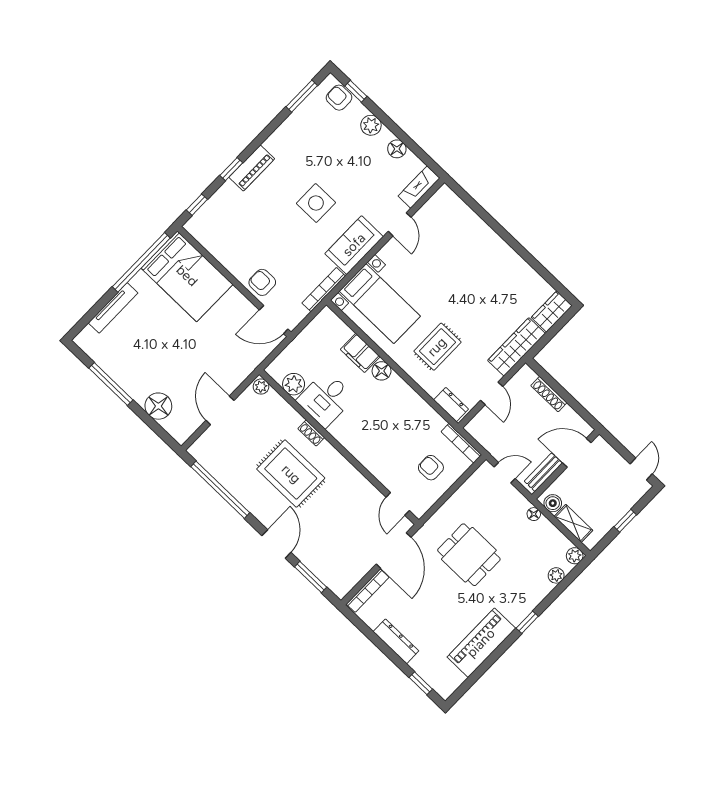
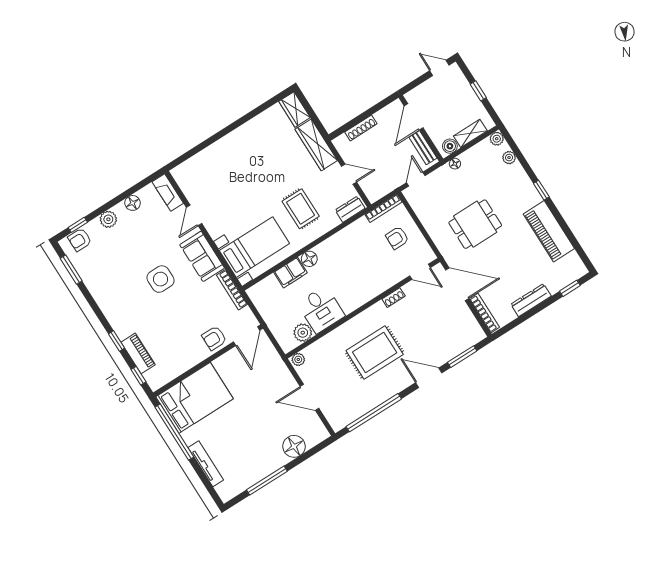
piano: (252, 168) -> (138, 353), moved
door: (400, 224) -> (194, 215), swing flipped
shoe rack: (311, 433) -> (394, 298), moved

